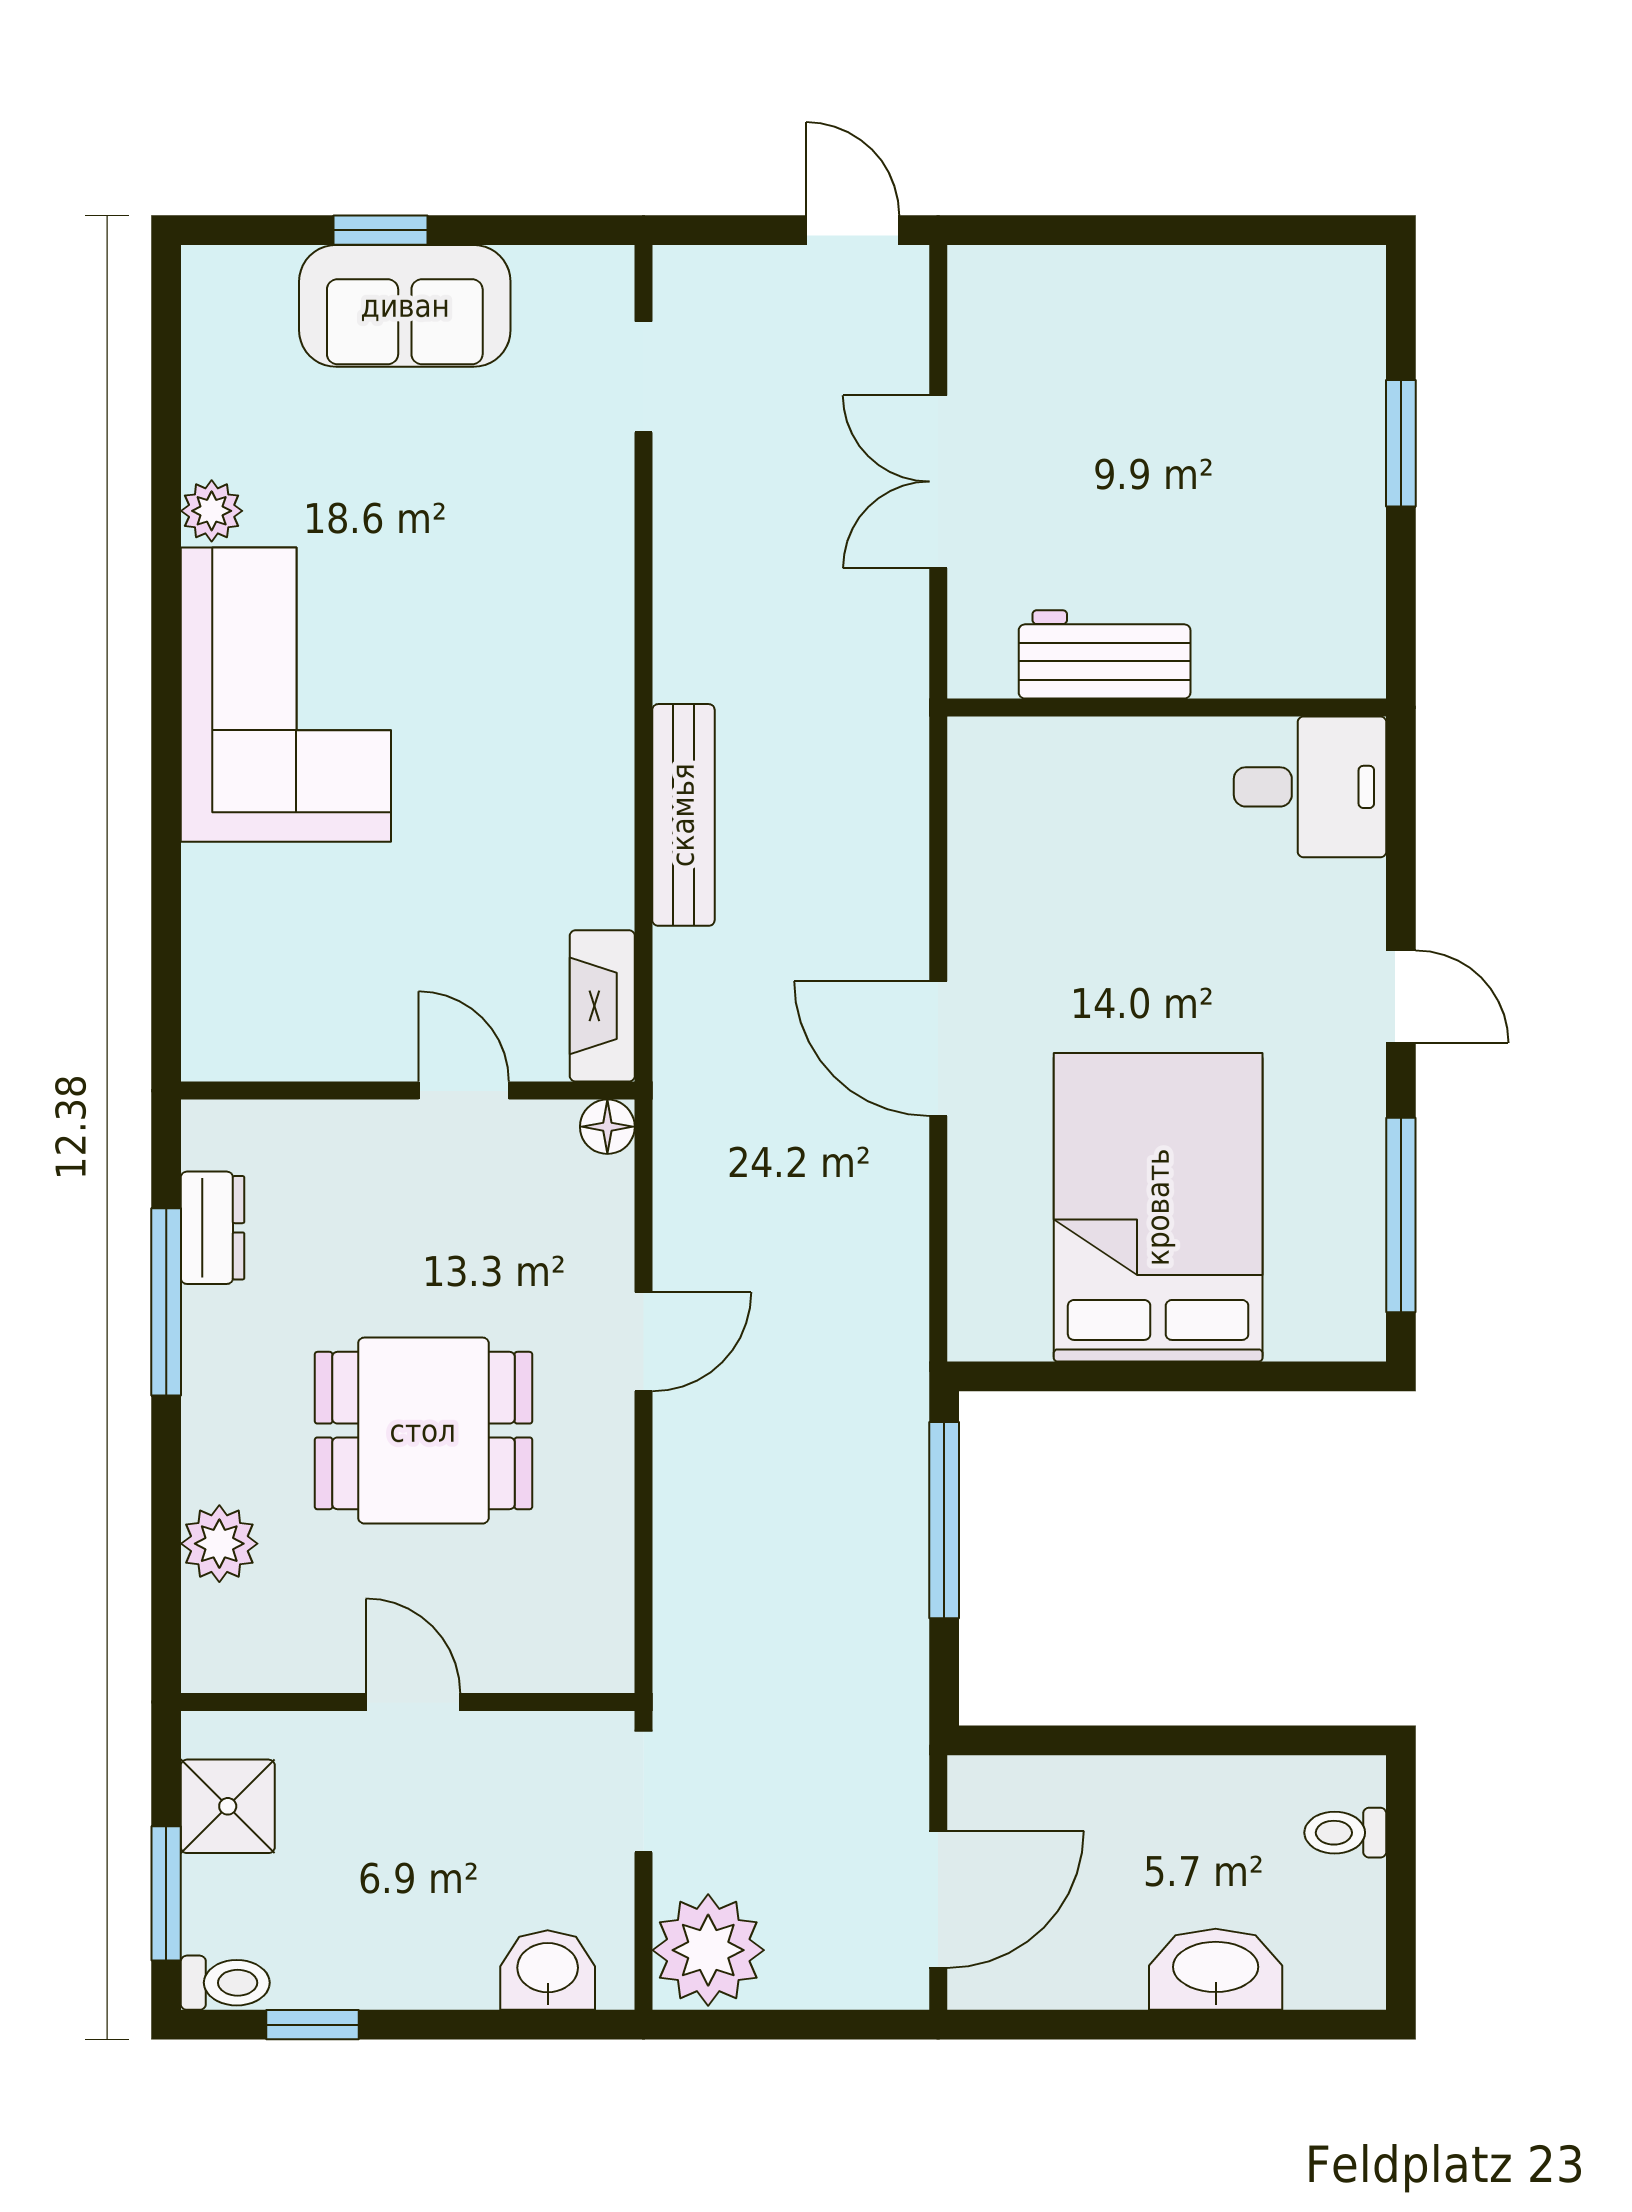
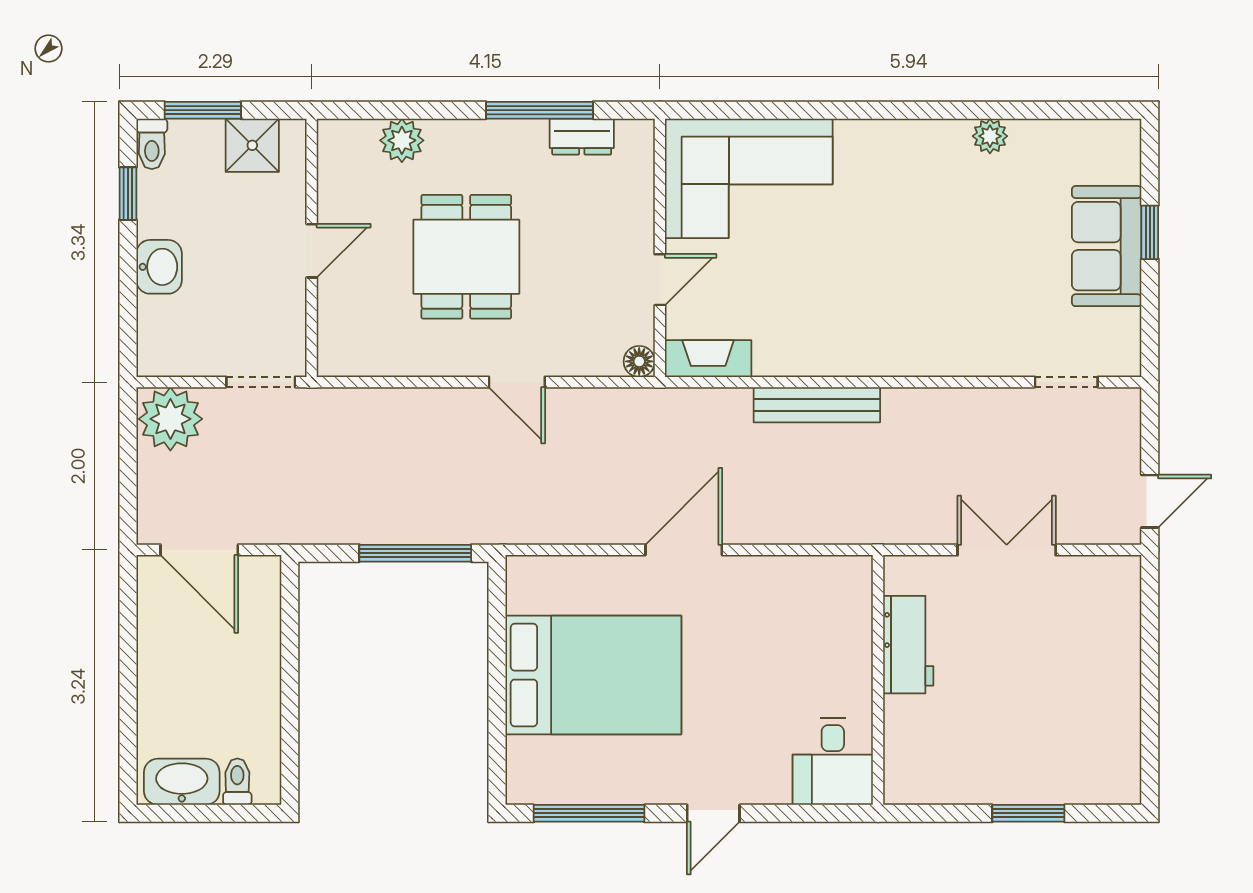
corner sofa: (286, 695) -> (749, 178), moved
washbasin: (1216, 1969) -> (182, 782), moved, turned -90
washbasin: (548, 1970) -> (159, 267), moved

